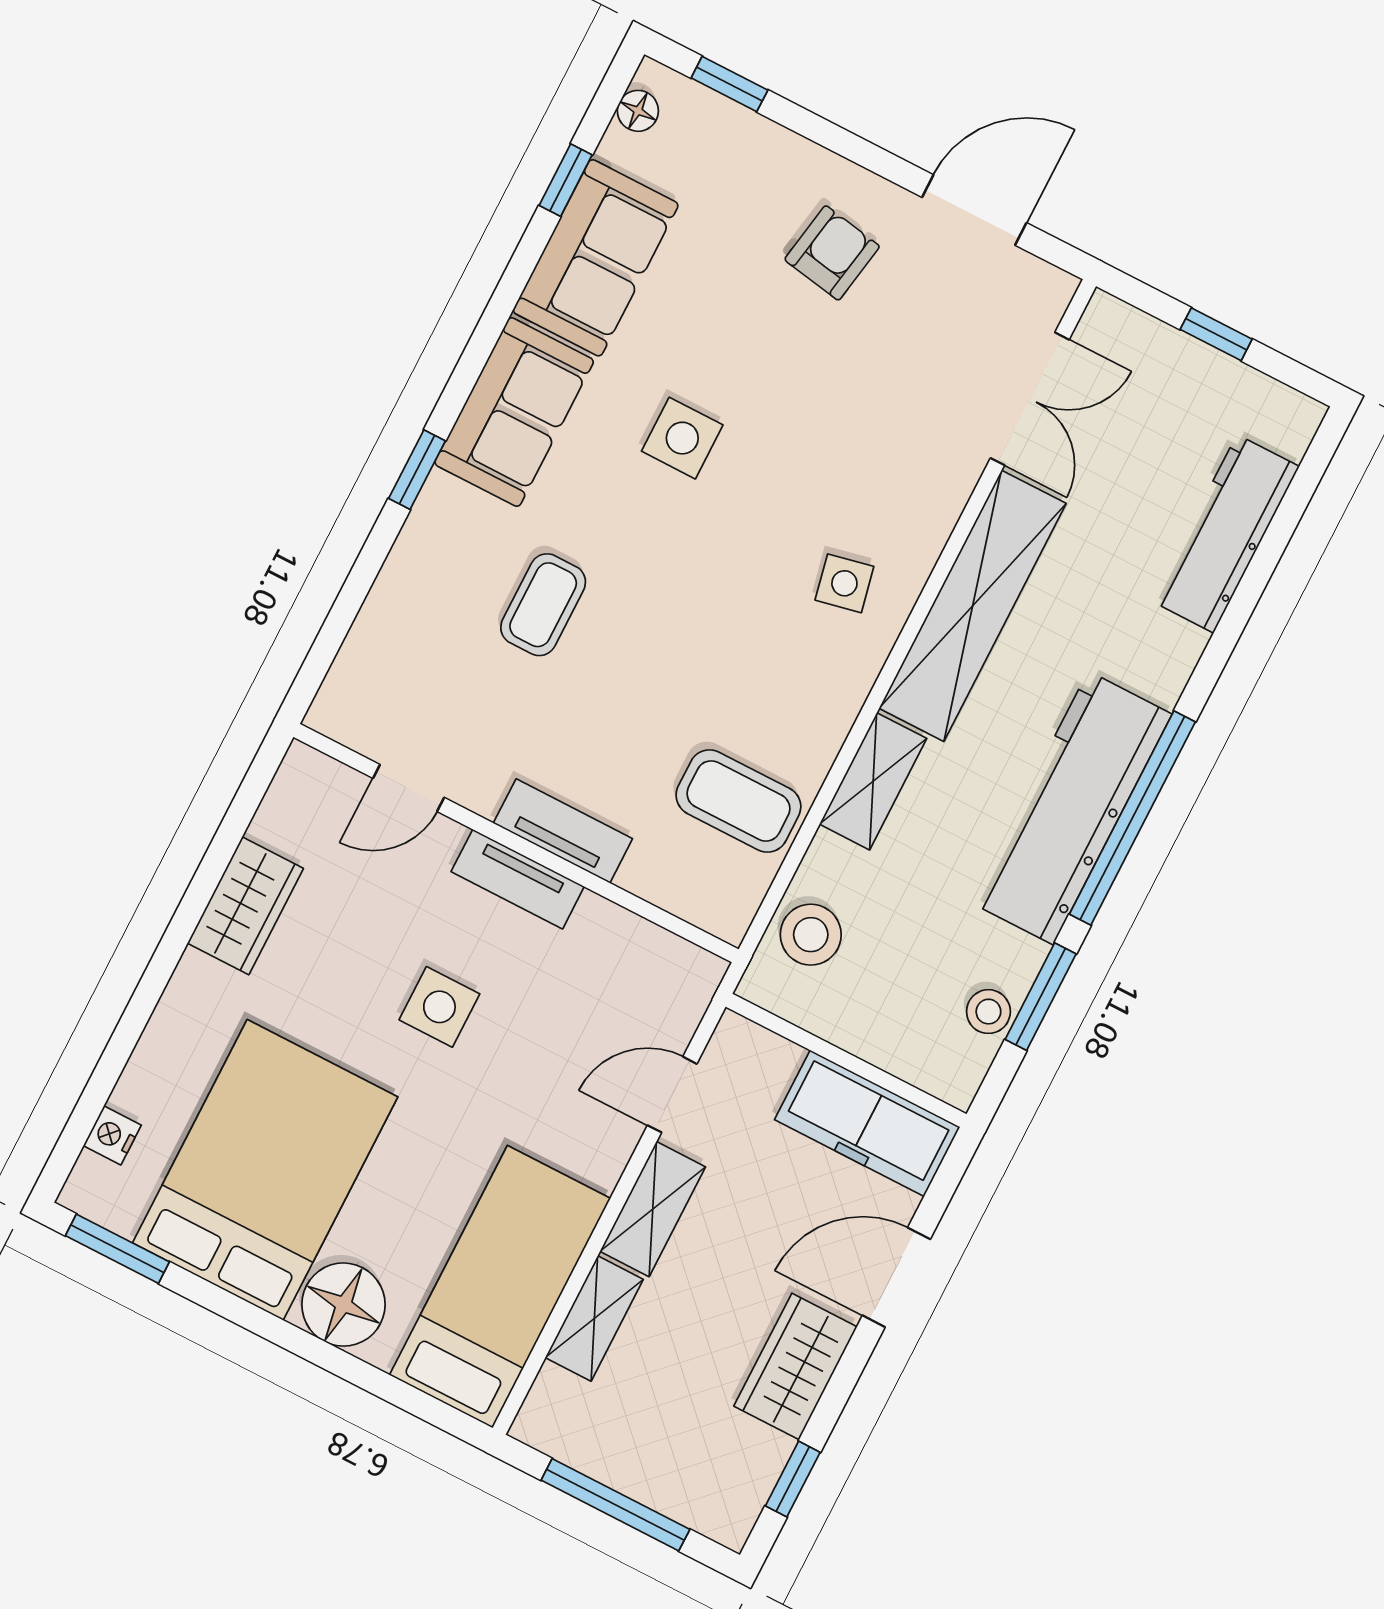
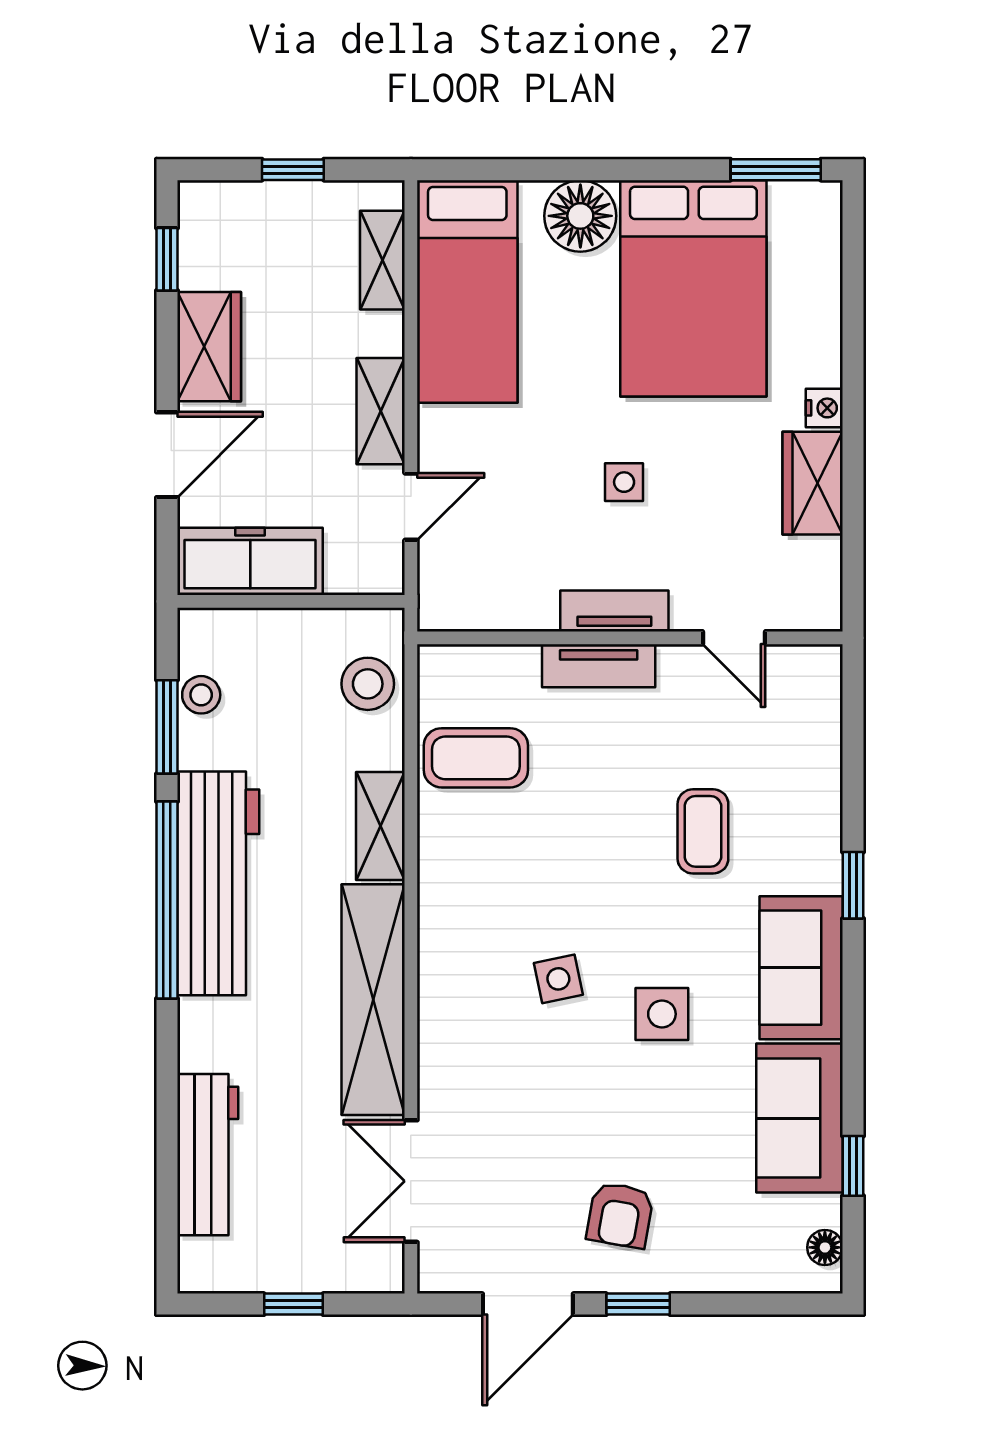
window: (729, 84) -> (638, 1304), moved
side table: (844, 583) -> (558, 979), moved
door: (409, 788) -> (734, 638), swing flipped
side table: (439, 1007) -> (624, 482), width x0.73, depth x0.73
nightstand: (112, 1135) -> (824, 408), moved
shelving: (594, 1319) -> (382, 260), moved
window: (615, 1505) -> (293, 170), width x0.46

